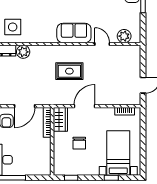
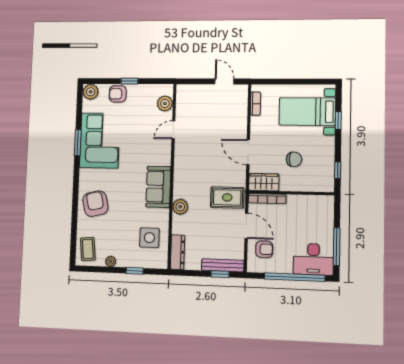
sofa: (74, 33) -> (158, 187), moved
plant: (23, 52) -> (180, 207), moved
rug: (69, 71) -> (227, 197), moved, turned 90

